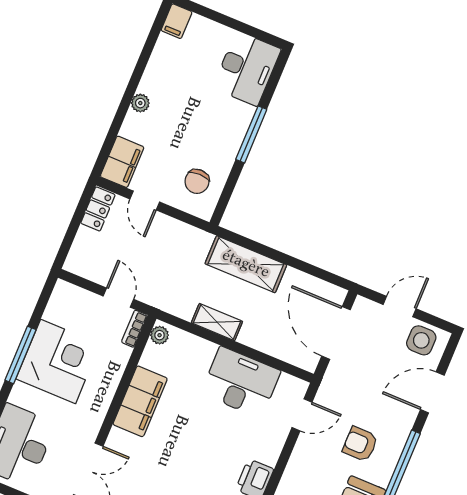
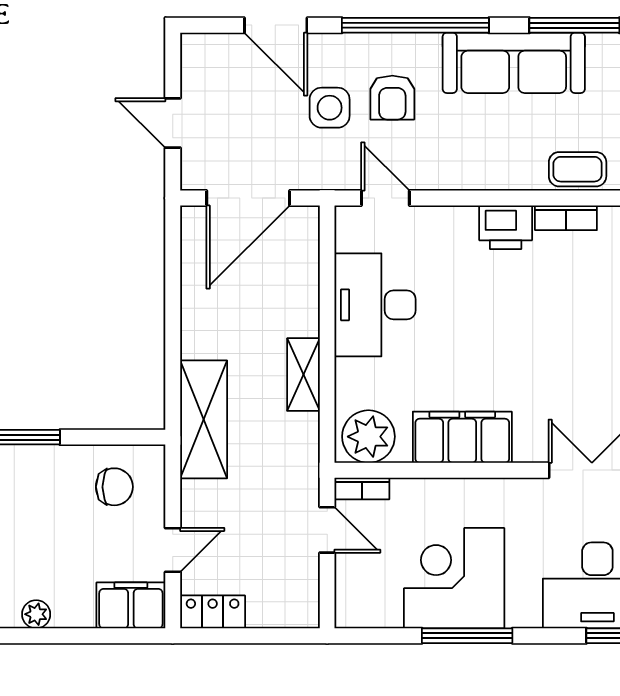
shelving: (246, 264) -> (204, 419), moved
door: (118, 298) -> (327, 530), swing flipped
plant: (160, 335) -> (368, 437), width x1.88, depth x1.88
side table: (421, 340) -> (330, 108), moved

